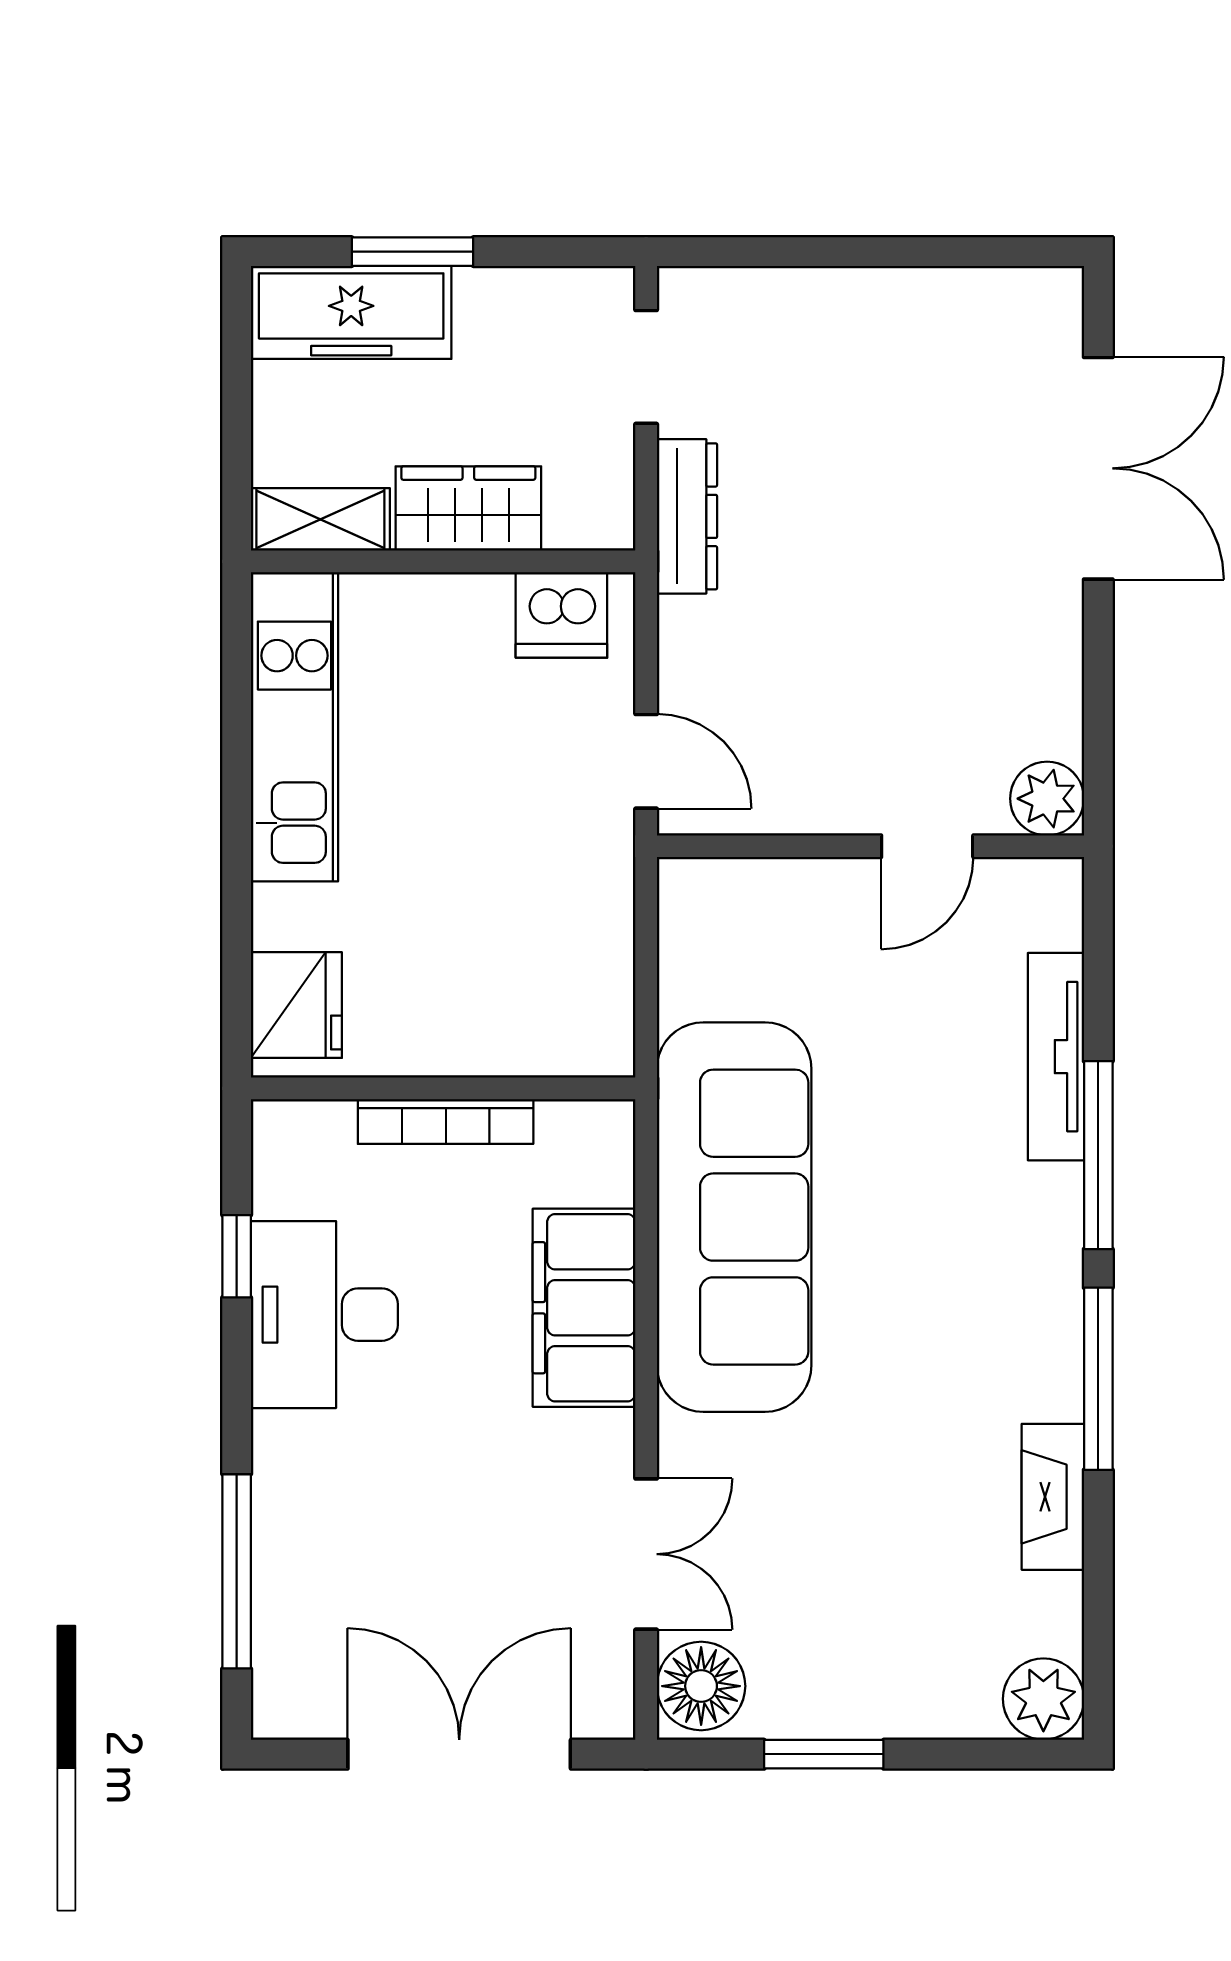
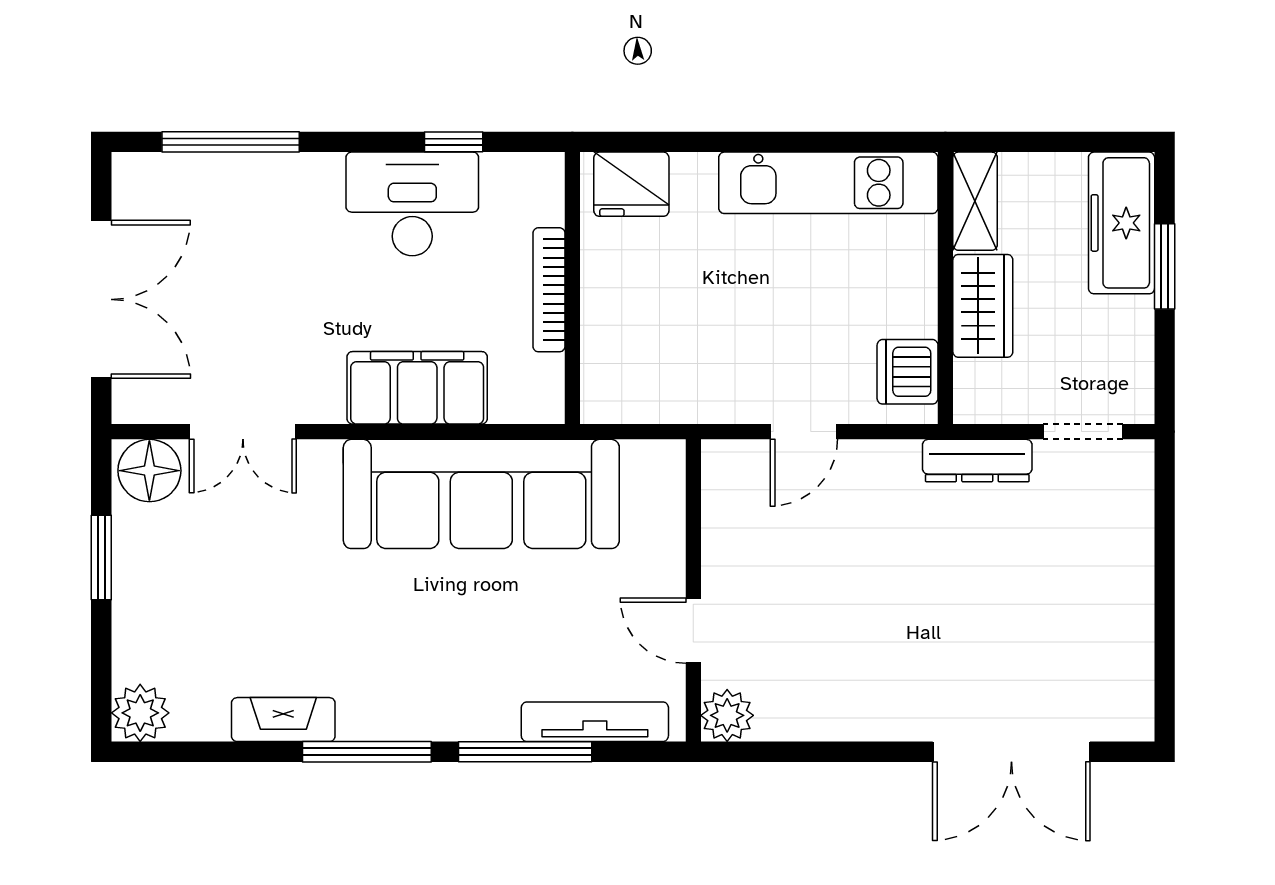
plant: (1047, 799) -> (727, 715), moved
wall: (870, 846) -> (693, 590), moved
door: (927, 846) -> (693, 631), moved

